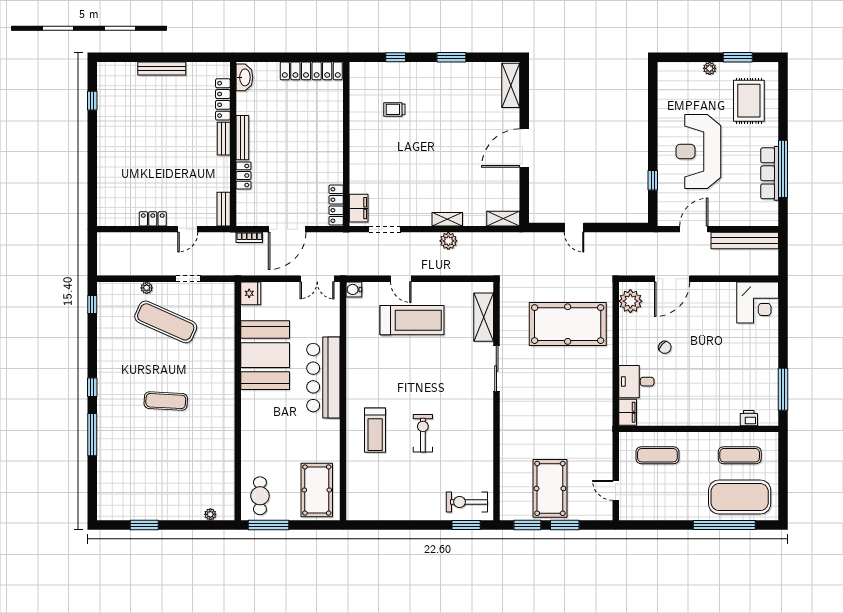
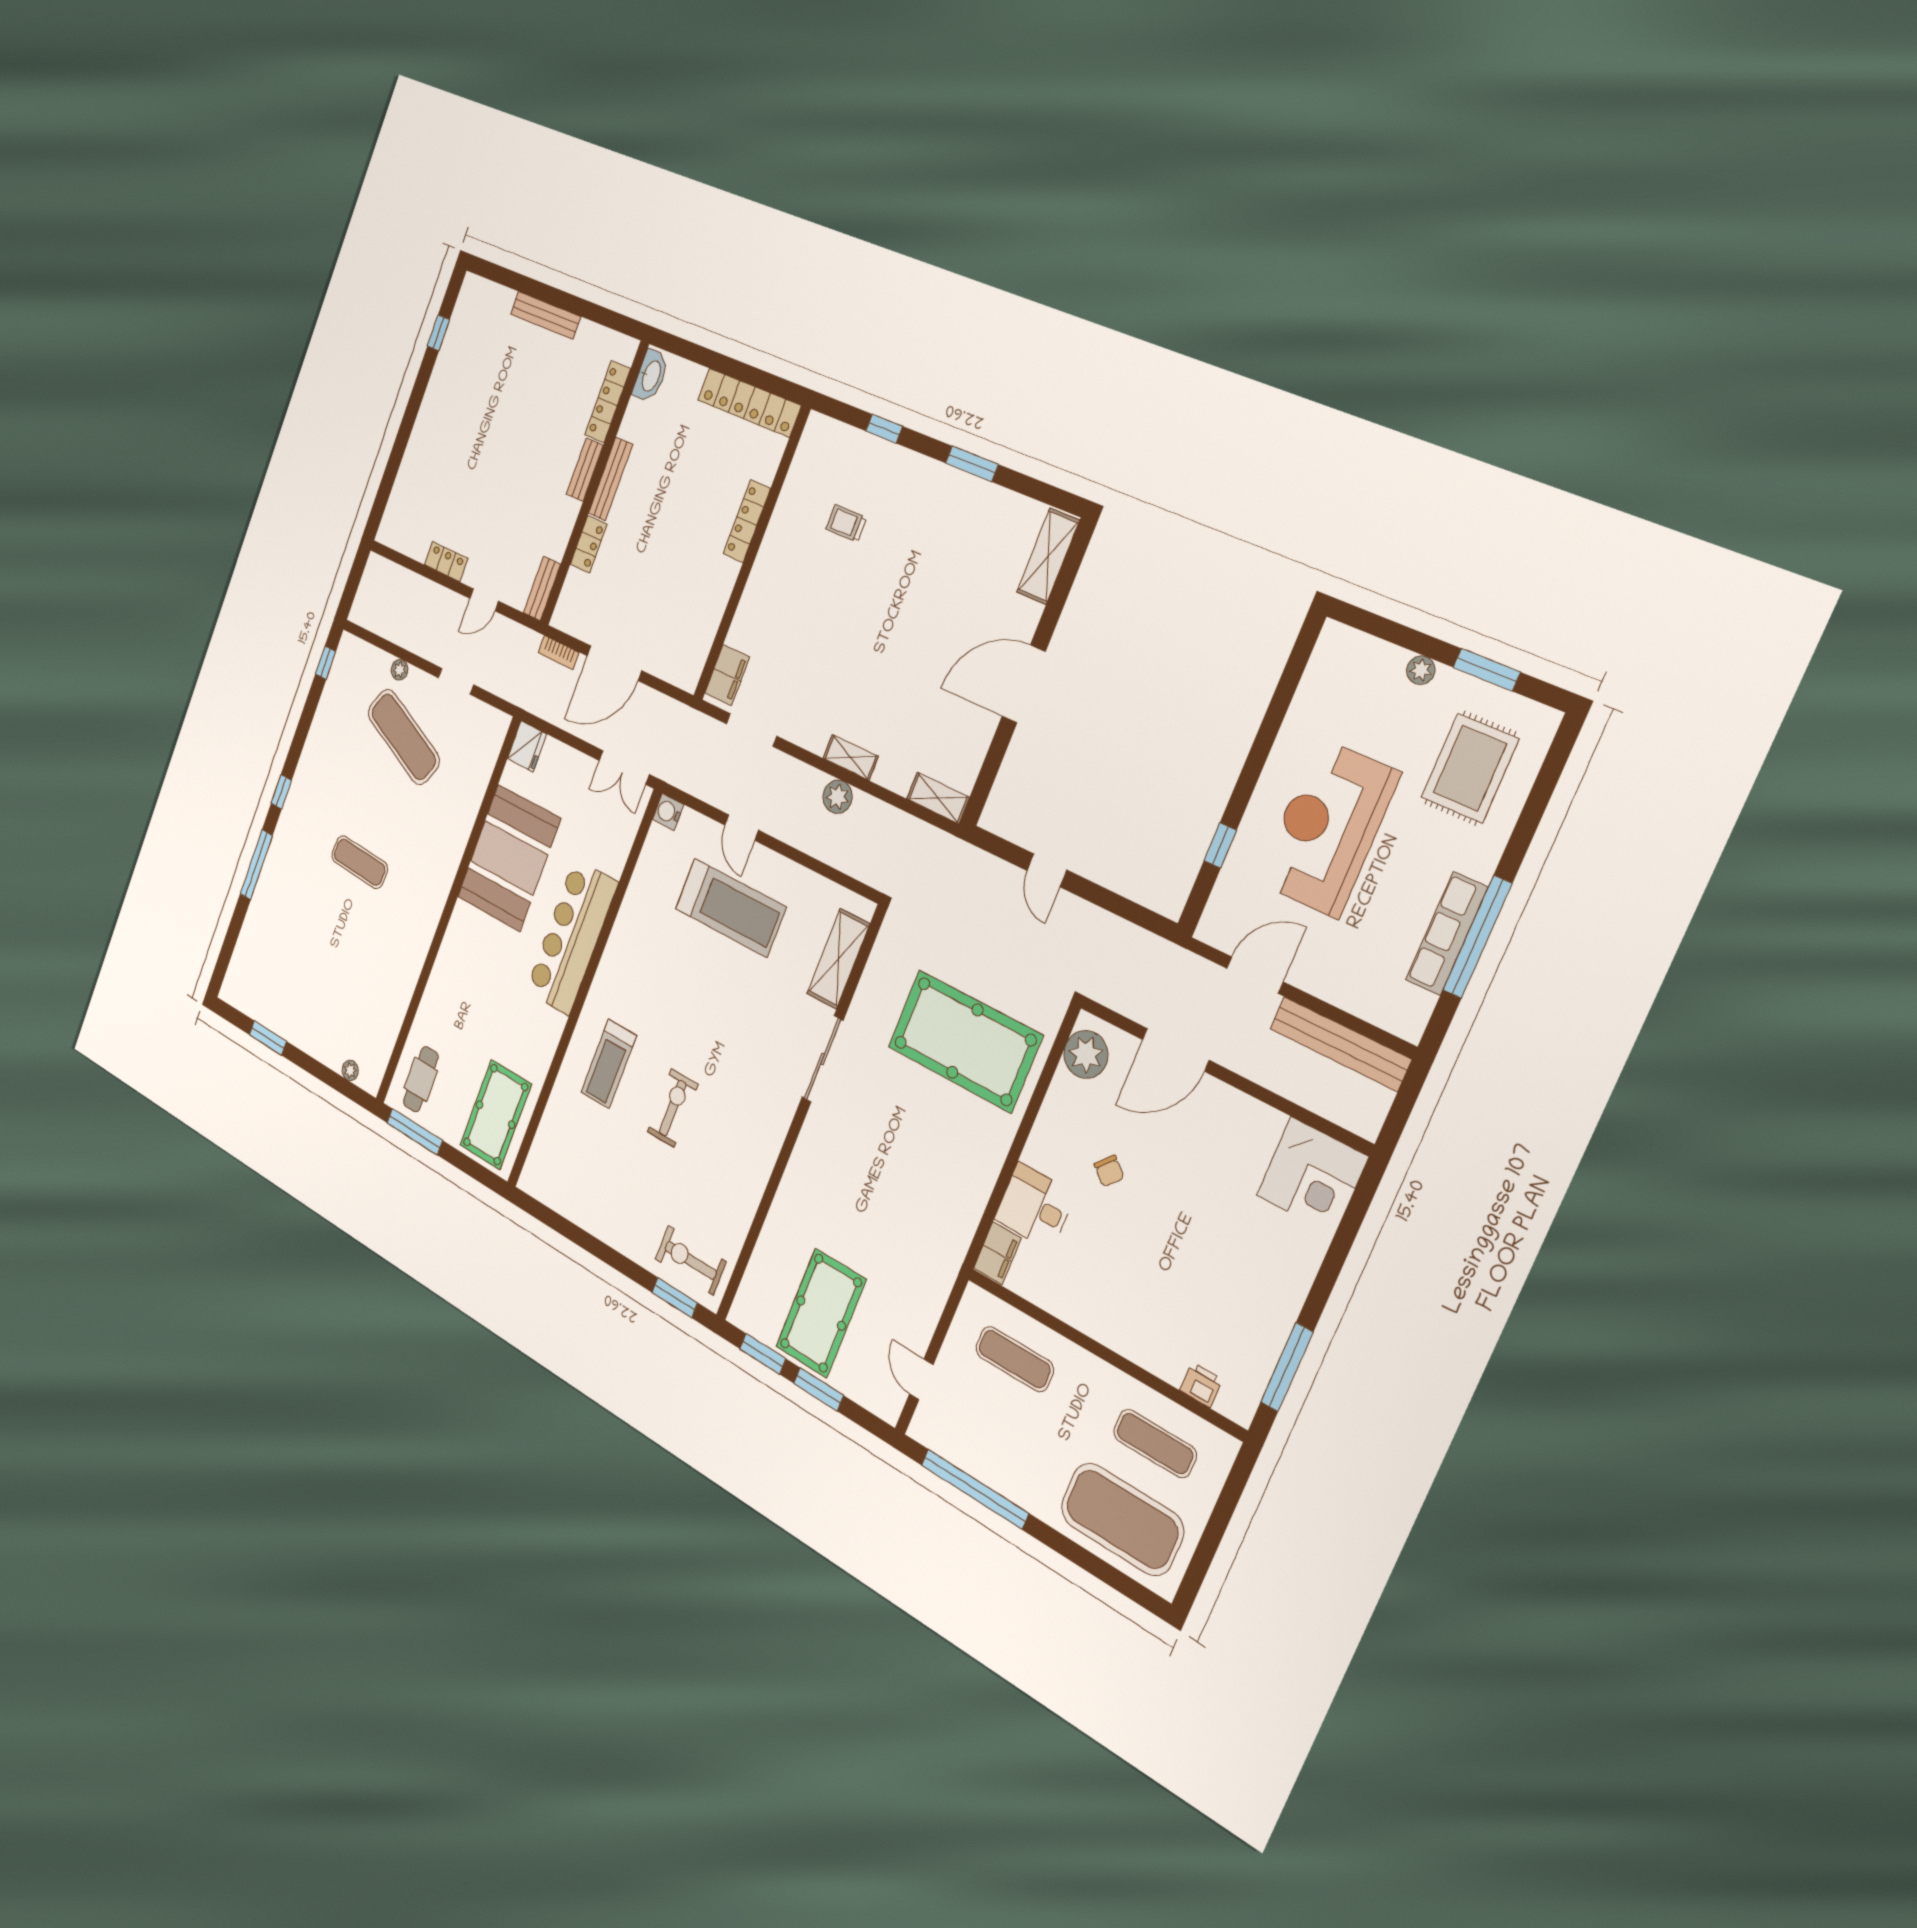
locker: (336, 205) -> (747, 521), moved
window: (724, 525) -> (975, 1489), moved

